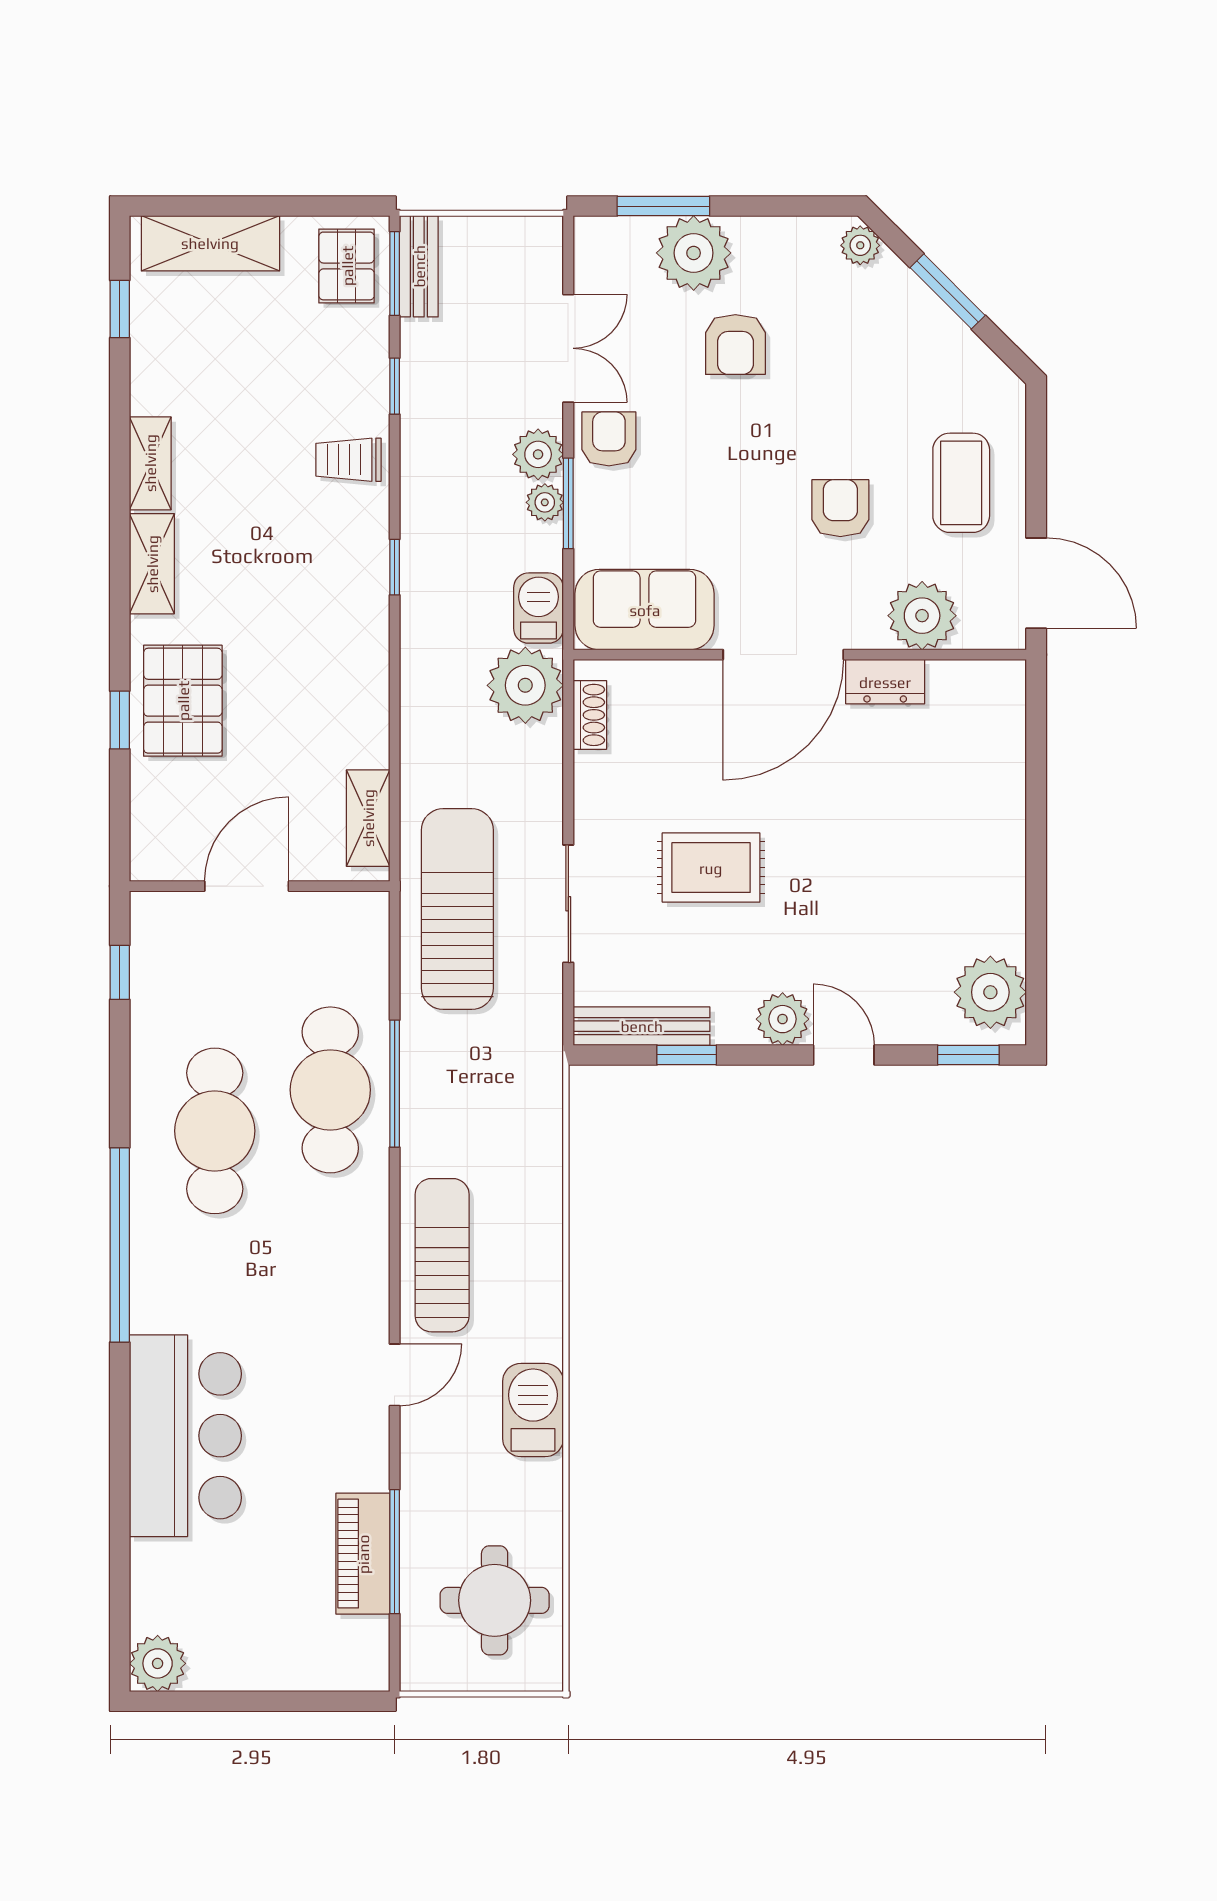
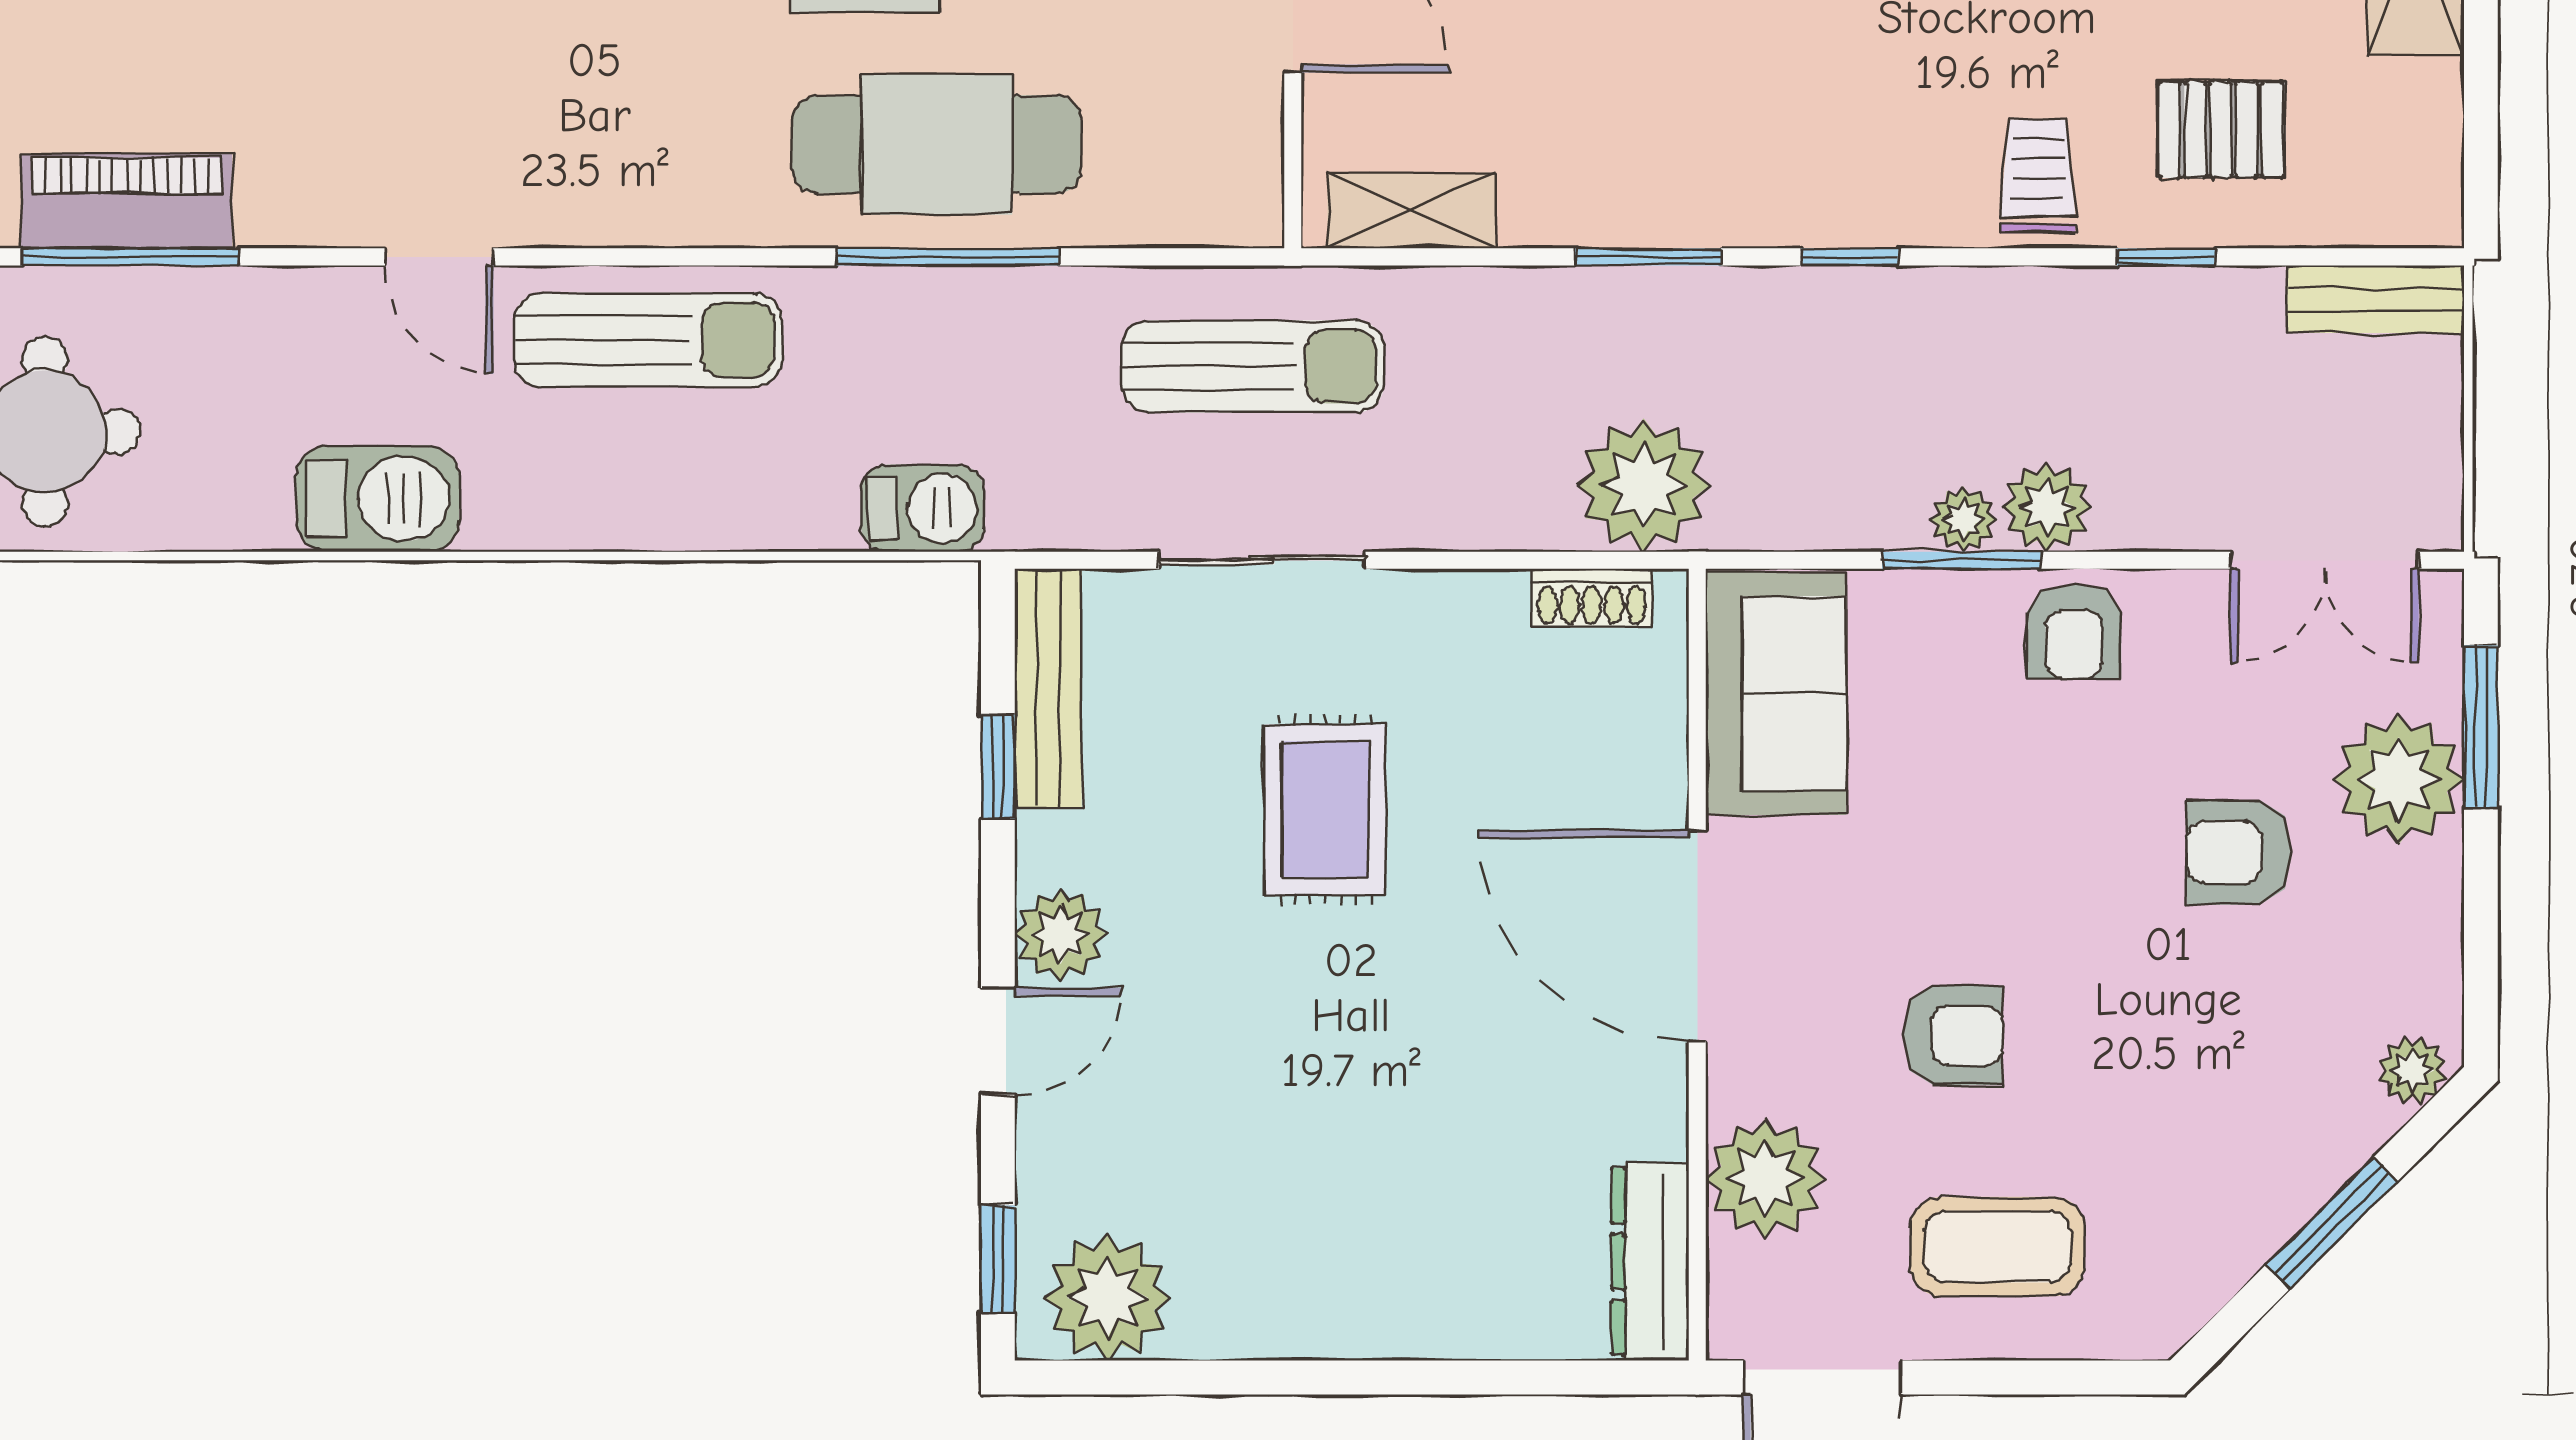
pallet: (347, 266) -> (2221, 130), moved
window: (395, 273) -> (1648, 257), moved
double door: (568, 348) -> (2324, 560), moved
armchair: (609, 439) -> (2074, 631), turned 90
barbecue: (539, 608) -> (922, 508), moved
dresser: (885, 682) -> (1650, 1262), moved, width x1.44
sun lounger: (457, 909) -> (1253, 366), width x0.73, depth x0.75

